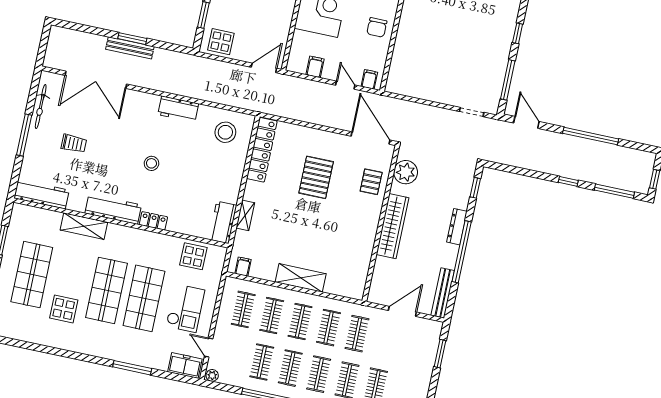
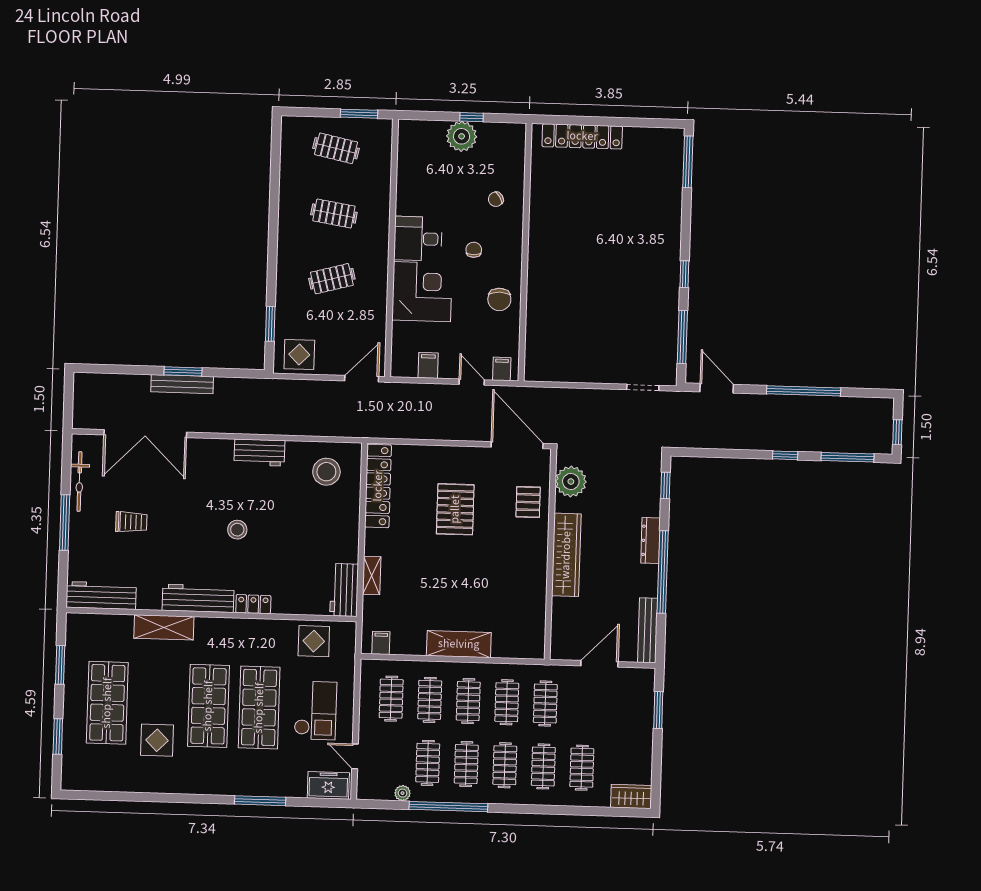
plant: (212, 375) -> (403, 793), moved

